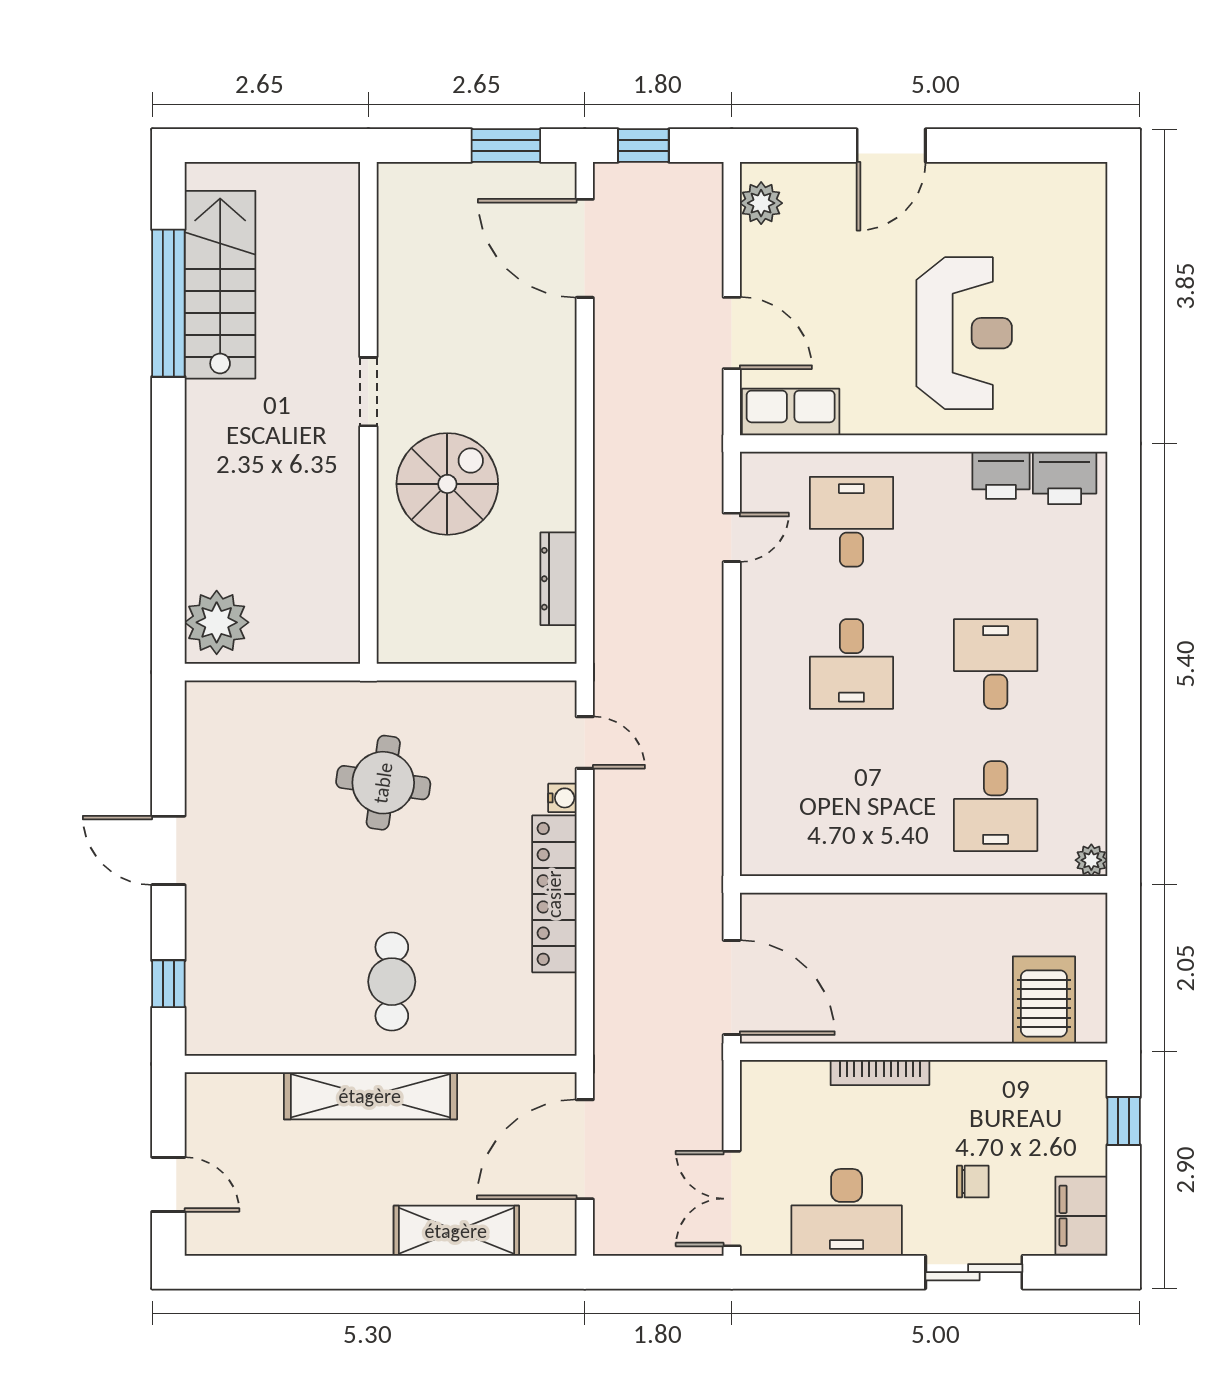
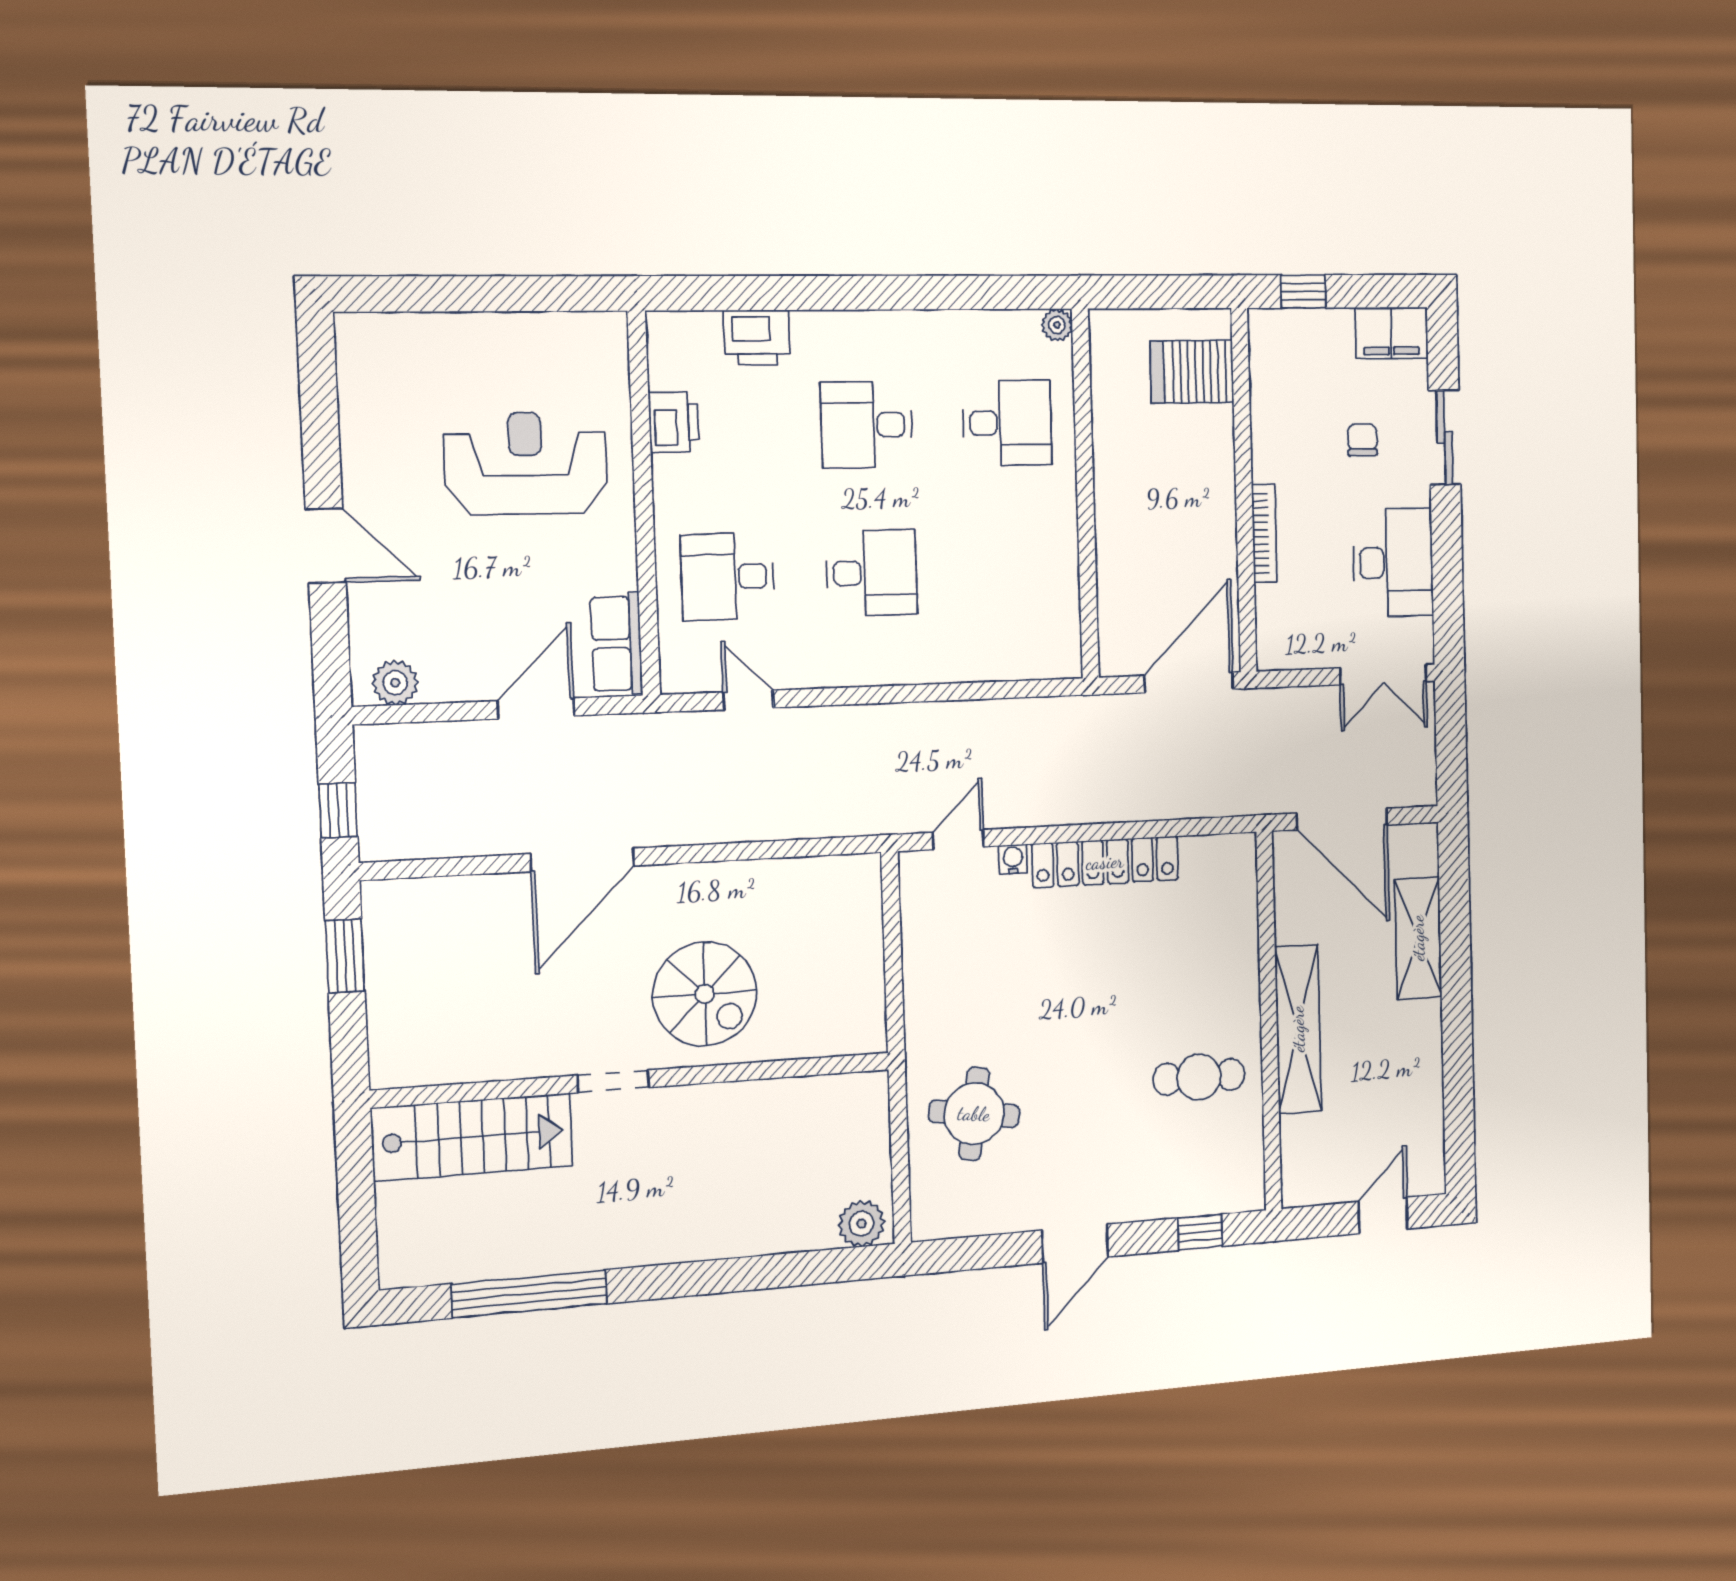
door: (585, 248) -> (582, 860), moved
stairs: (220, 285) -> (472, 1137), moved, turned 180
printer: (1065, 478) -> (757, 338), moved, turned 90
spiral stairs: (447, 484) -> (705, 994), turned 180
dresser: (558, 579) -> (797, 875), removed
plant: (217, 622) -> (862, 1224), width x0.73, depth x0.73
round table: (383, 783) -> (974, 1114), moved
cafe table: (392, 982) -> (1199, 1077), moved

